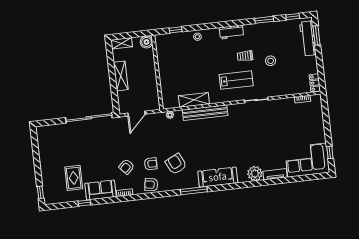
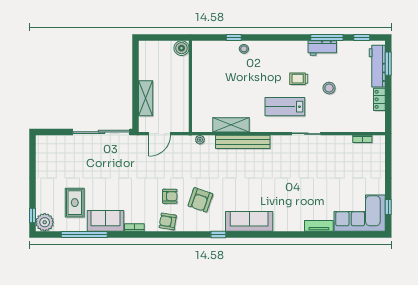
window: (264, 20) -> (327, 38), width x1.44
window: (176, 30) -> (234, 38), moved
workbench: (231, 32) -> (322, 48), moved
shelving: (122, 43) -> (151, 46), removed
shelving: (121, 76) -> (146, 98), moved
lab bench: (236, 80) -> (285, 107), turned 180
locker: (315, 83) -> (379, 99), moved
armchair: (176, 164) -> (200, 200), turned -135
armchair: (127, 167) -> (140, 196), removed
plant: (255, 174) -> (45, 222), moved
window: (194, 191) -> (218, 234), width x0.46
window: (84, 203) -> (84, 234), width x3.17

